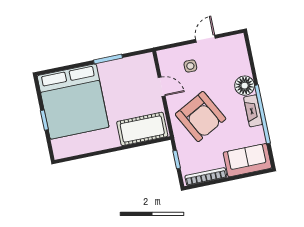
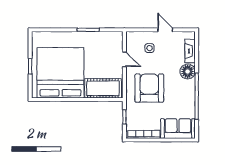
door: (206, 39) -> (165, 30), hinge flipped
bed: (73, 101) -> (60, 73), moved, turned 180
fireplace: (253, 111) -> (190, 51), moved
armchair: (201, 117) -> (149, 88), turned -152

